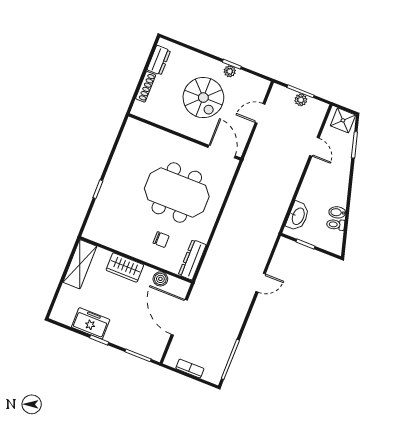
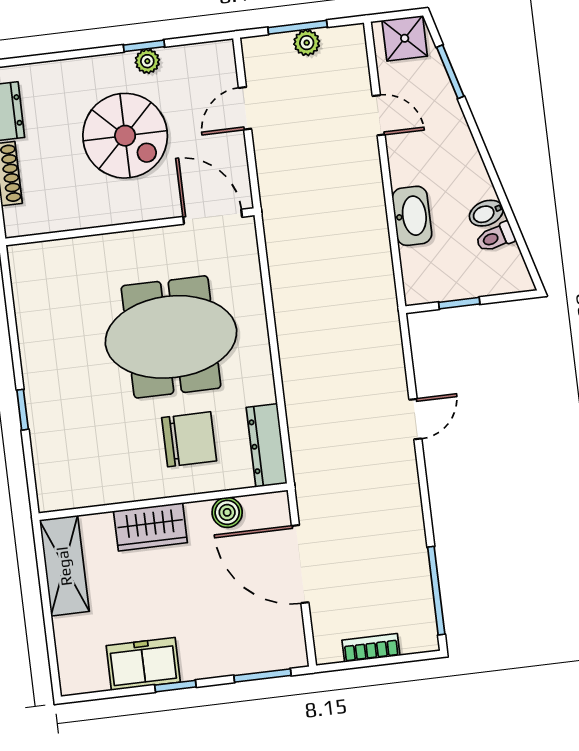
washbasin: (298, 216) -> (412, 216), moved
chair: (161, 240) -> (189, 439), width x1.87, depth x1.87

